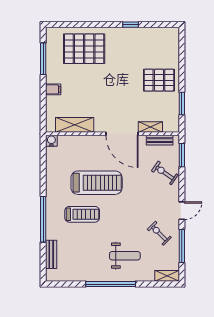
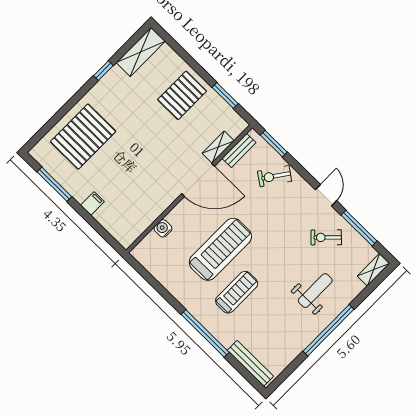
shelving: (75, 125) -> (141, 52), moved
water cooler: (51, 141) -> (163, 228), moved
bench: (51, 254) -> (250, 363), width x1.36

